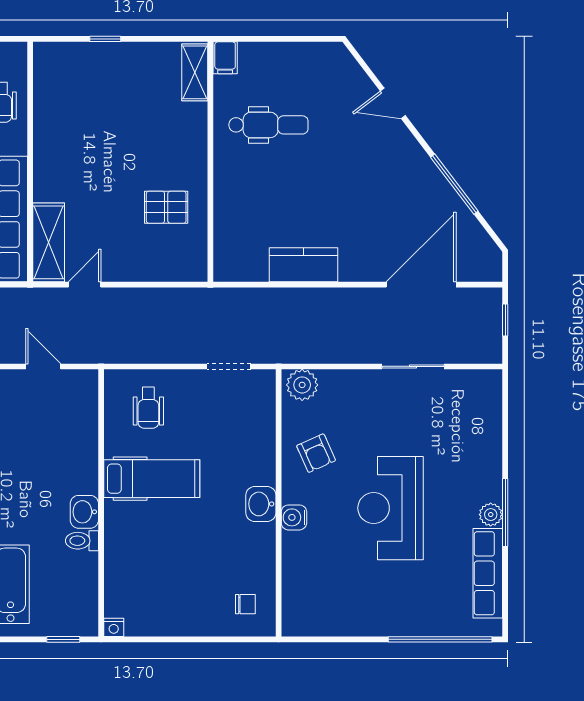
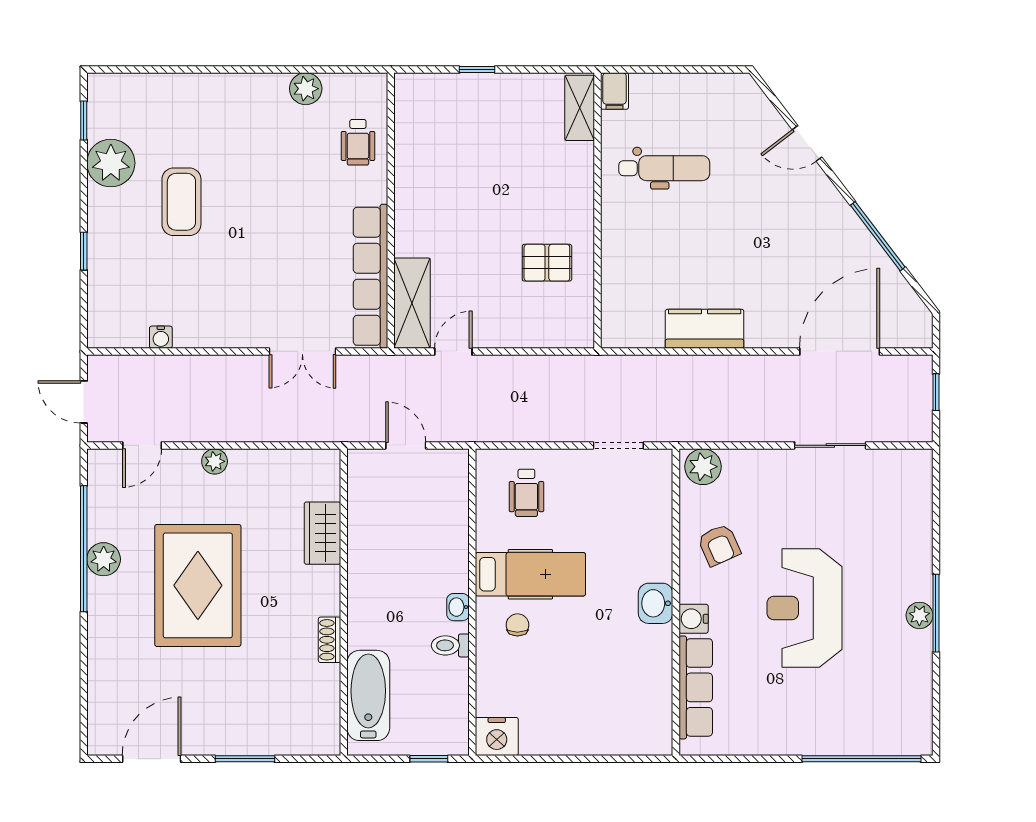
washbasin: (84, 512) -> (458, 607), width x0.72, depth x0.69
row of seats: (488, 573) -> (696, 687), moved, turned 180
chair: (245, 604) -> (517, 625), moved, turned -90
nightstand: (114, 627) -> (497, 736), width x1.89, depth x1.79

